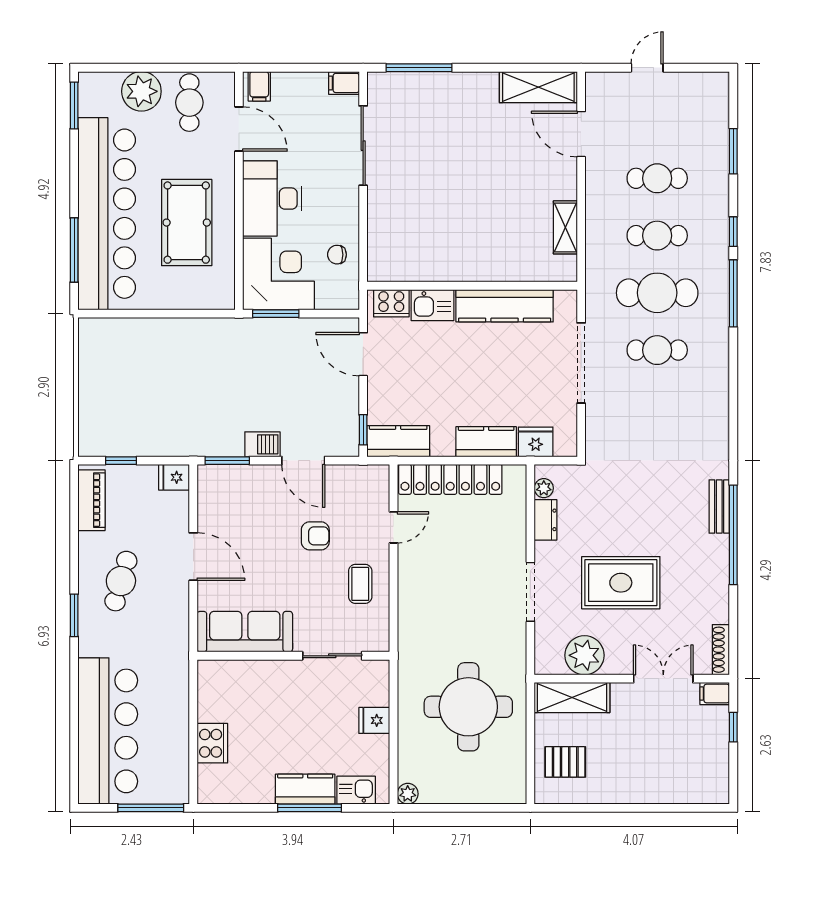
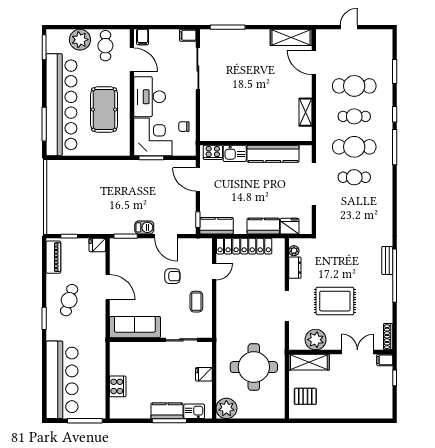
cafe table: (657, 178) -> (354, 86), width x1.37, depth x1.35
plant: (408, 794) -> (226, 408), width x1.88, depth x1.88

